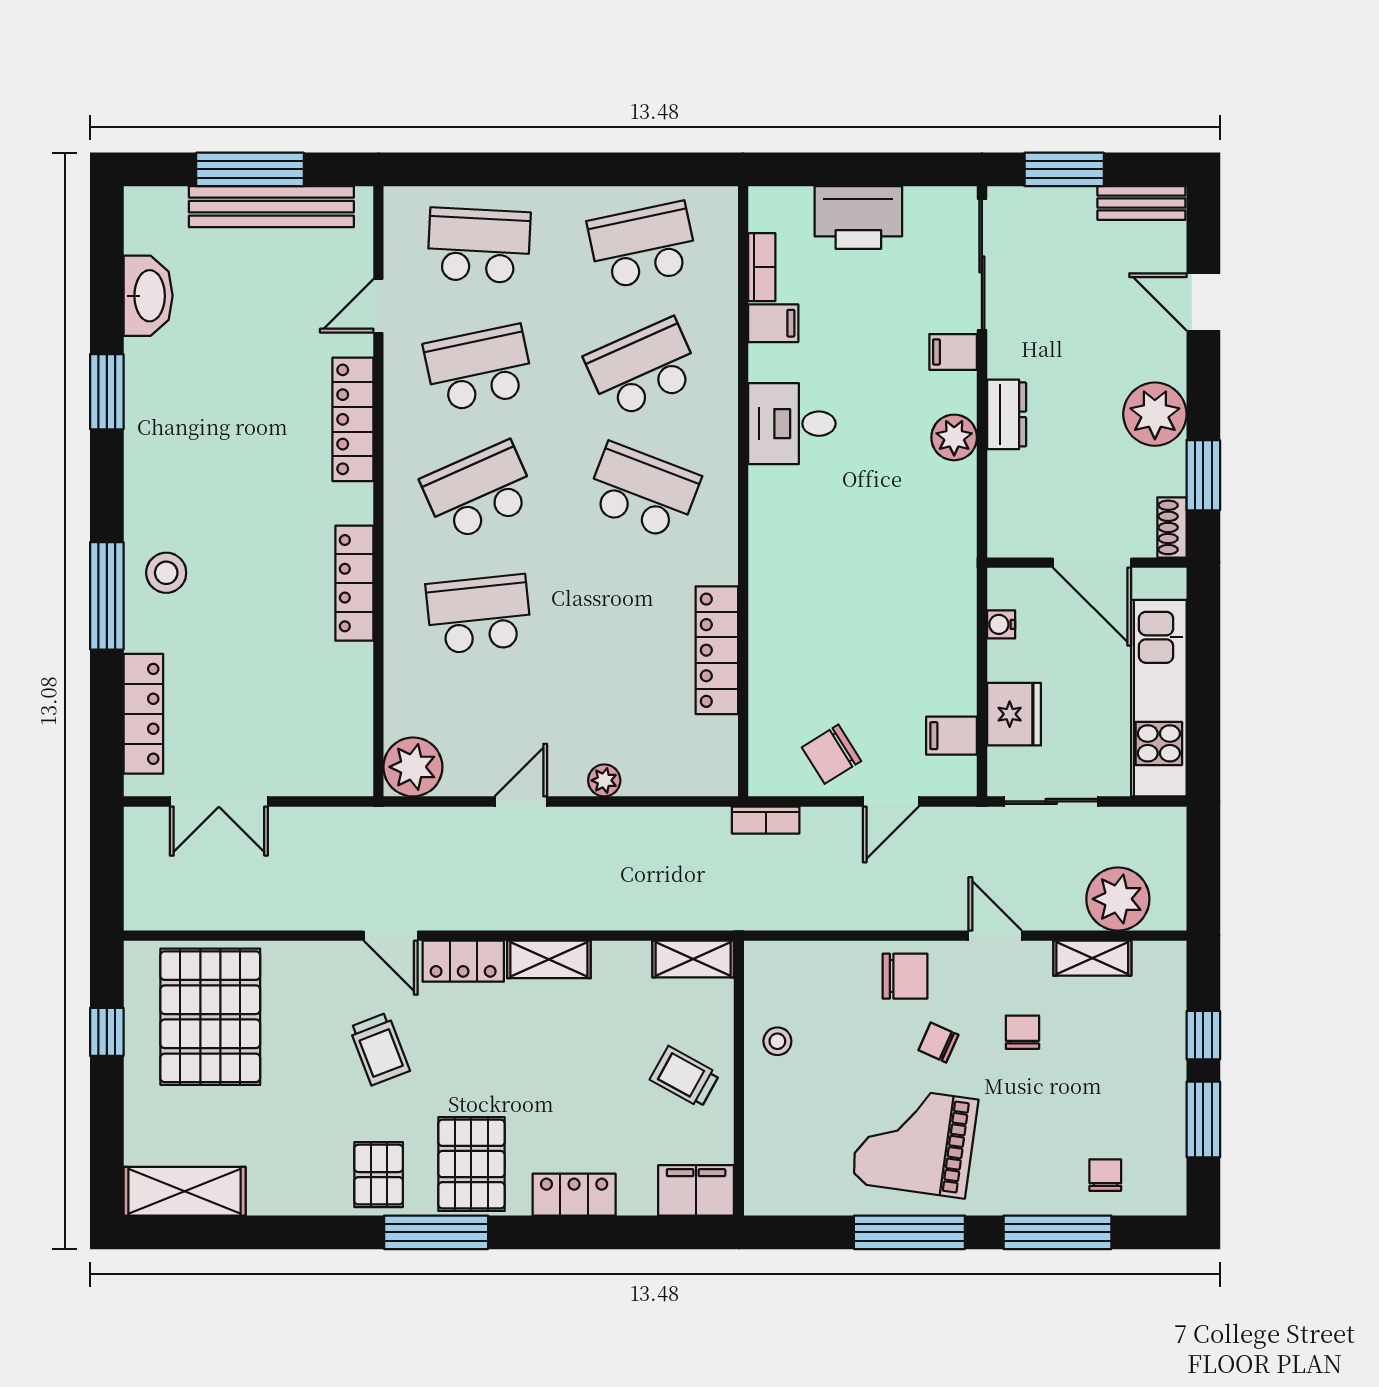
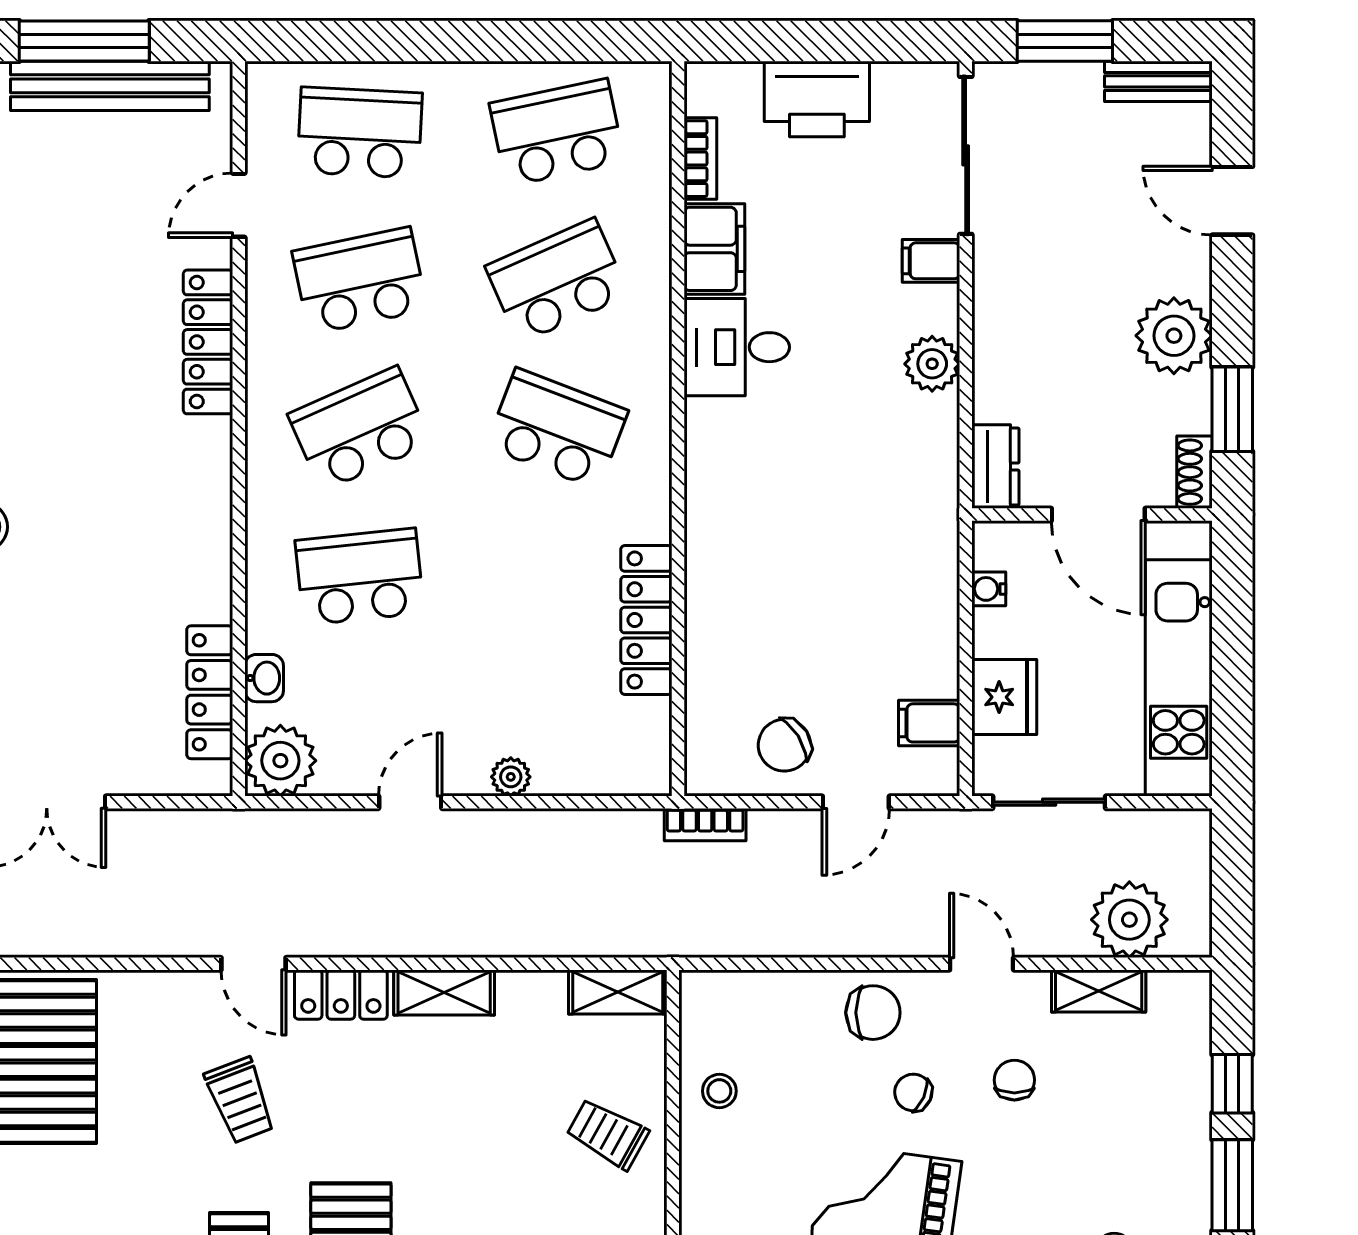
filing cabinet: (773, 323) -> (714, 249), width x2.00
dresser: (1007, 414) -> (995, 467), moved
locker: (354, 583) -> (210, 692), moved
washbasin: (399, 698) -> (264, 678), added

